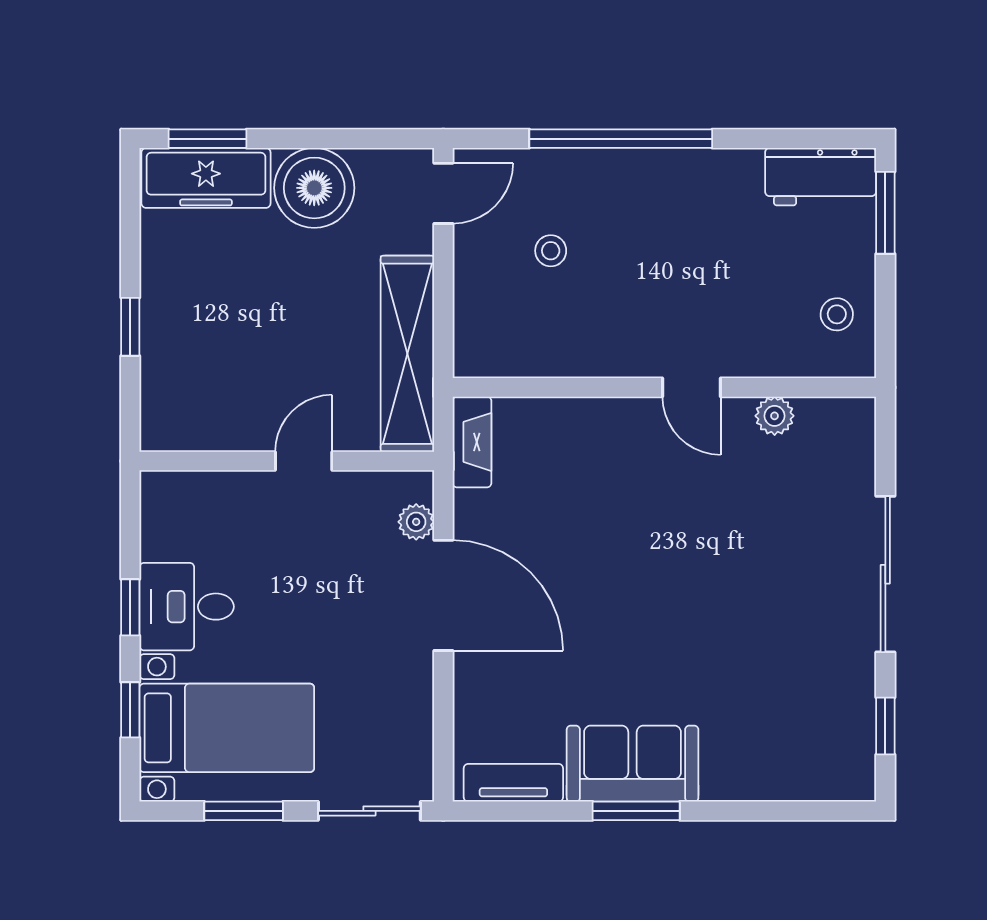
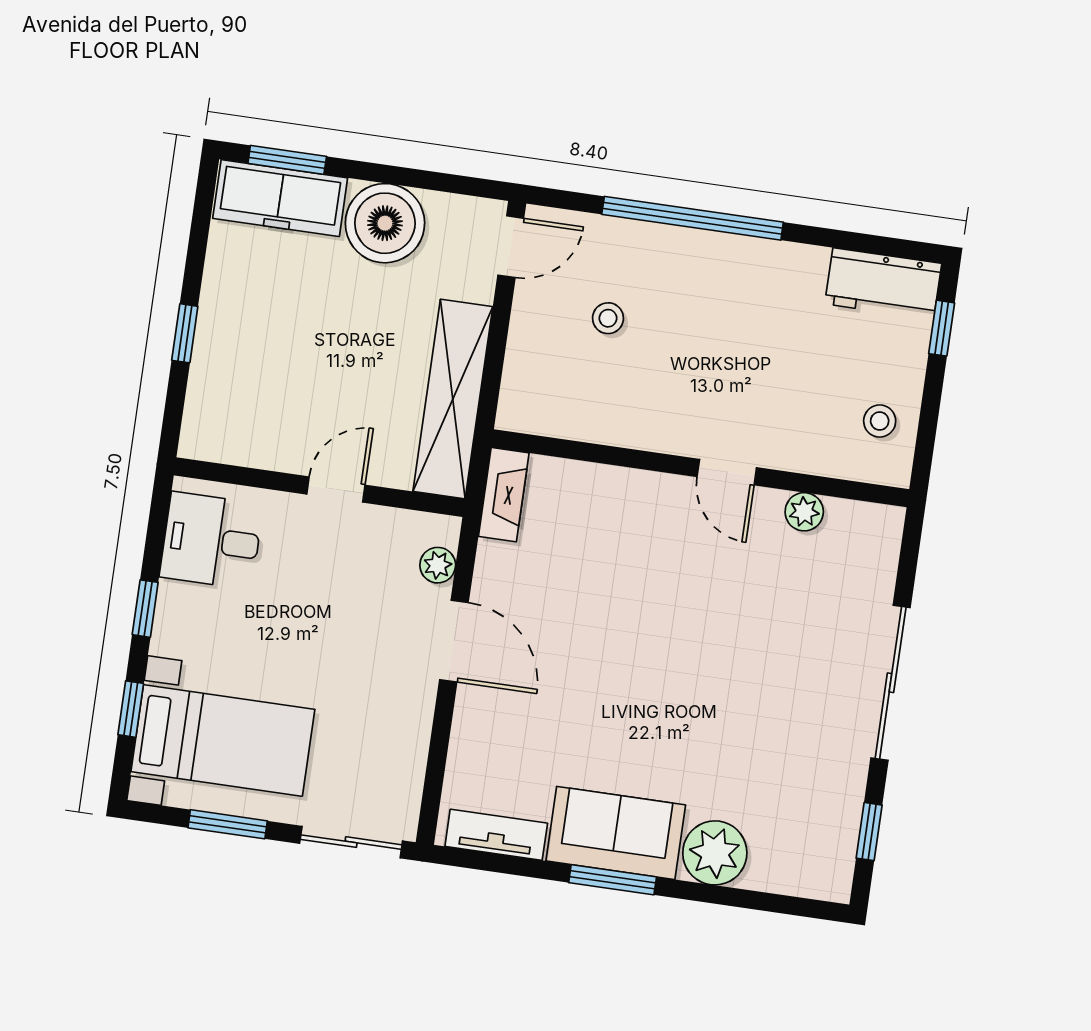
window: (885, 213) -> (942, 328), width x0.67
door: (443, 595) -> (454, 641), width x0.73
desk: (187, 607) -> (211, 541), moved
plant: (734, 769) -> (715, 853), added

